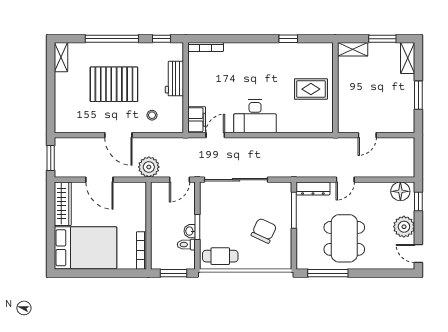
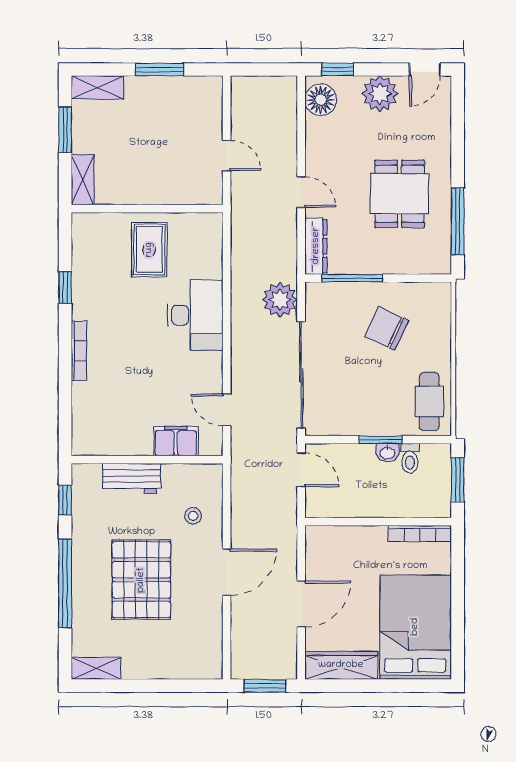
bookcase: (206, 47) -> (79, 351), moved
desk: (255, 116) -> (195, 315), moved
filing cabinet: (197, 120) -> (176, 441), moved
plant: (149, 167) -> (280, 300), moved
dining table: (344, 238) -> (400, 194), width x0.73

